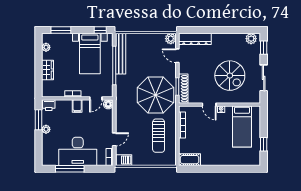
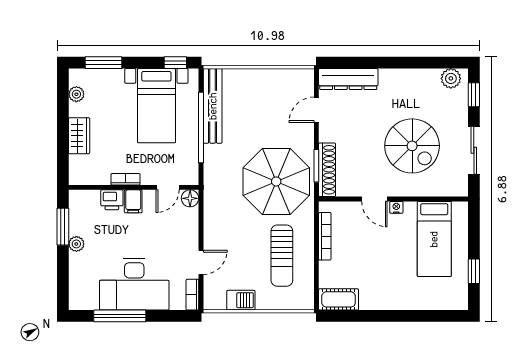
plant: (171, 39) -> (304, 78), removed
door: (177, 56) -> (316, 110), hinge flipped
printer: (49, 105) -> (112, 200), moved
barbecue: (124, 160) -> (241, 300), moved

